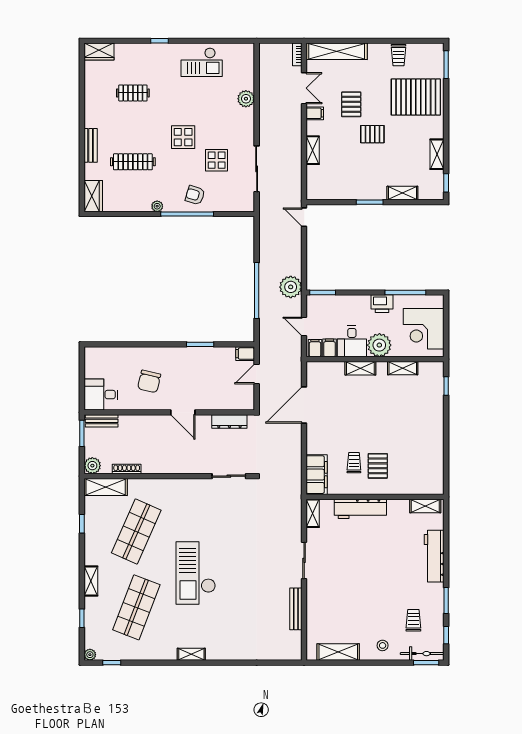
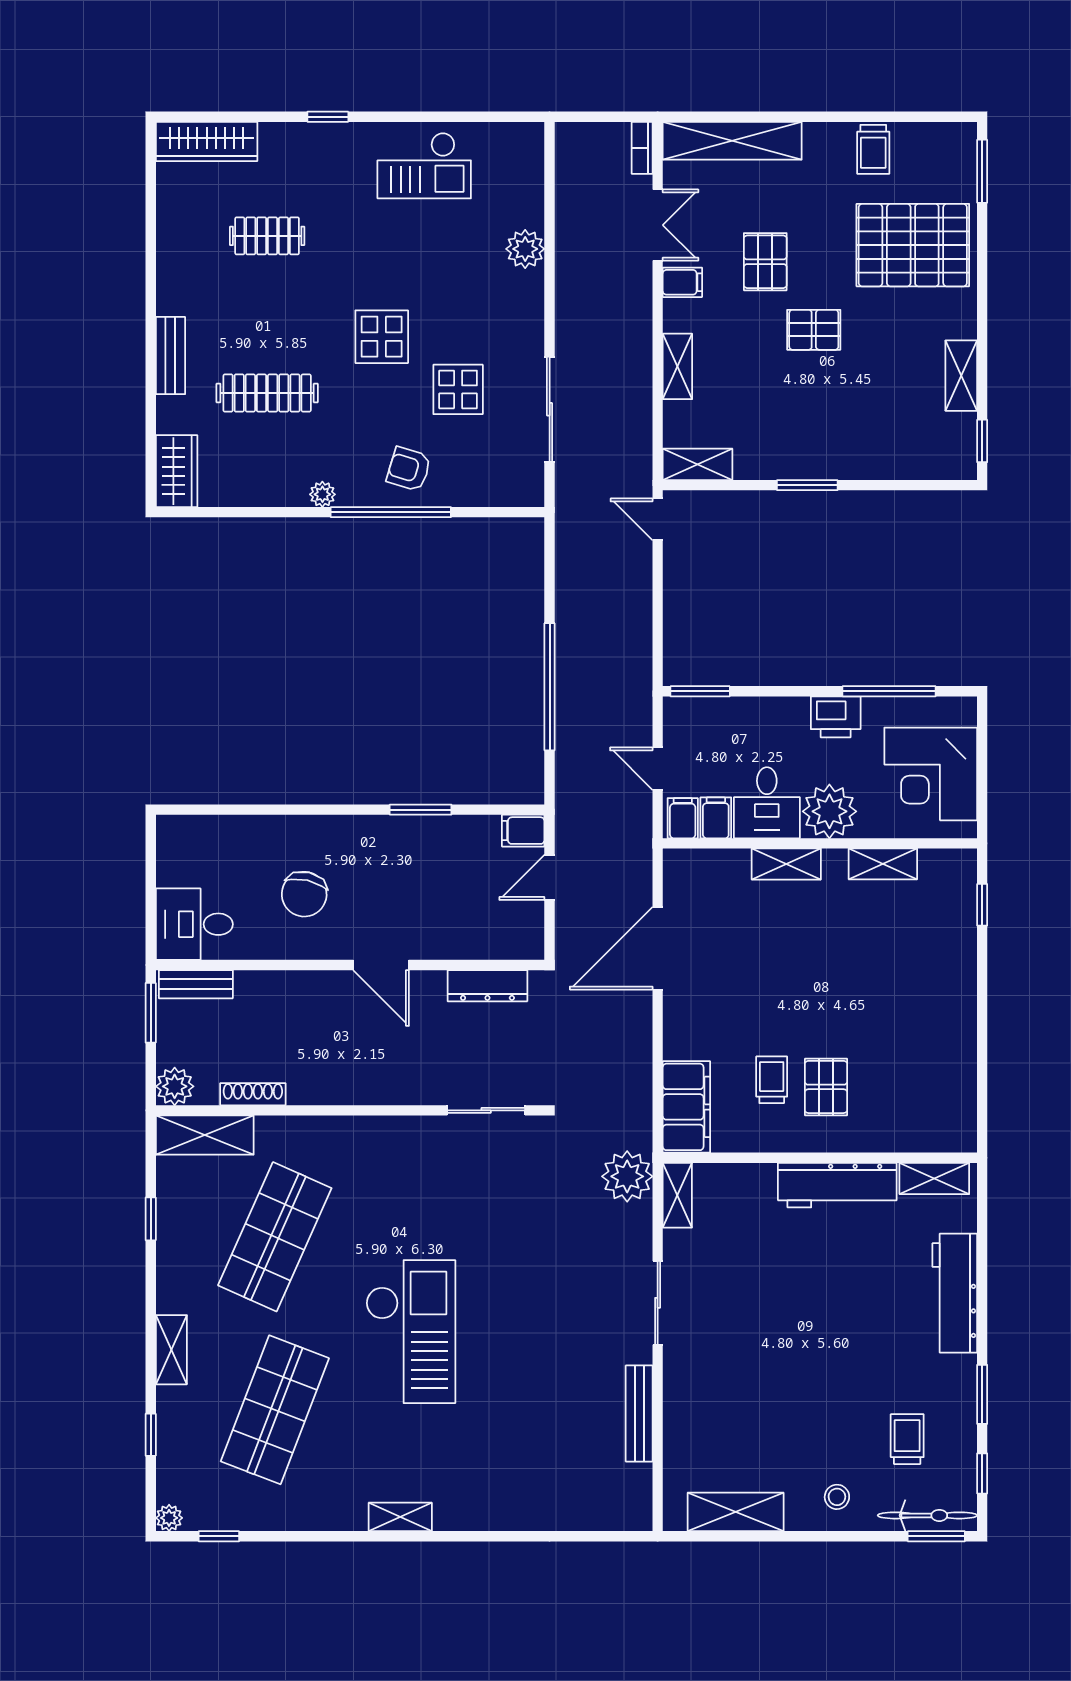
wardrobe: (99, 52) -> (207, 141), width x1.50
shelving: (402, 193) -> (698, 464), moved
plant: (291, 287) -> (627, 1176), moved
workbench: (360, 509) -> (837, 1185), moved
checkout: (196, 573) -> (411, 1332), turned 180

